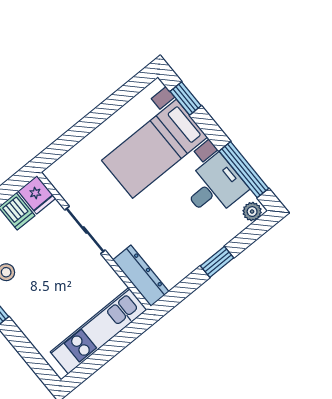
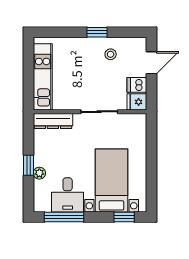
plant: (252, 212) -> (39, 173), moved

